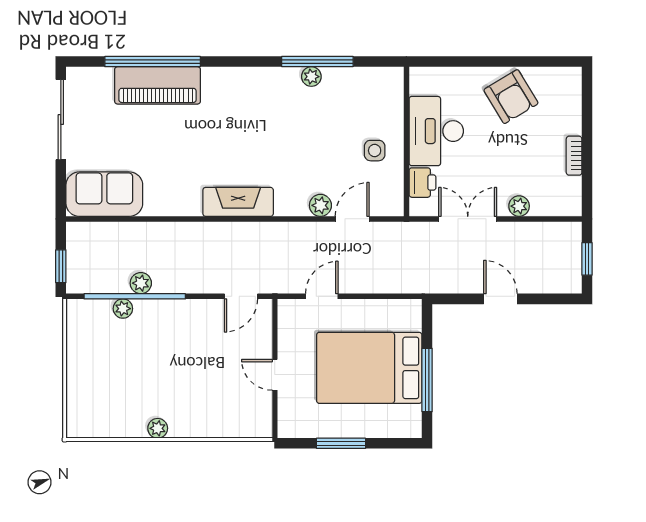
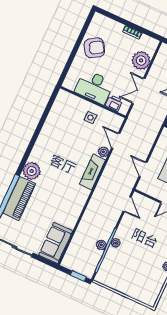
window: (317, 62) -> (41, 125), removed
plant: (311, 77) -> (32, 171), moved, width x1.88, depth x1.88
fireplace: (238, 202) -> (92, 172), moved
plant: (519, 206) -> (141, 60), width x1.88, depth x1.88
plant: (123, 309) -> (116, 243), moved

